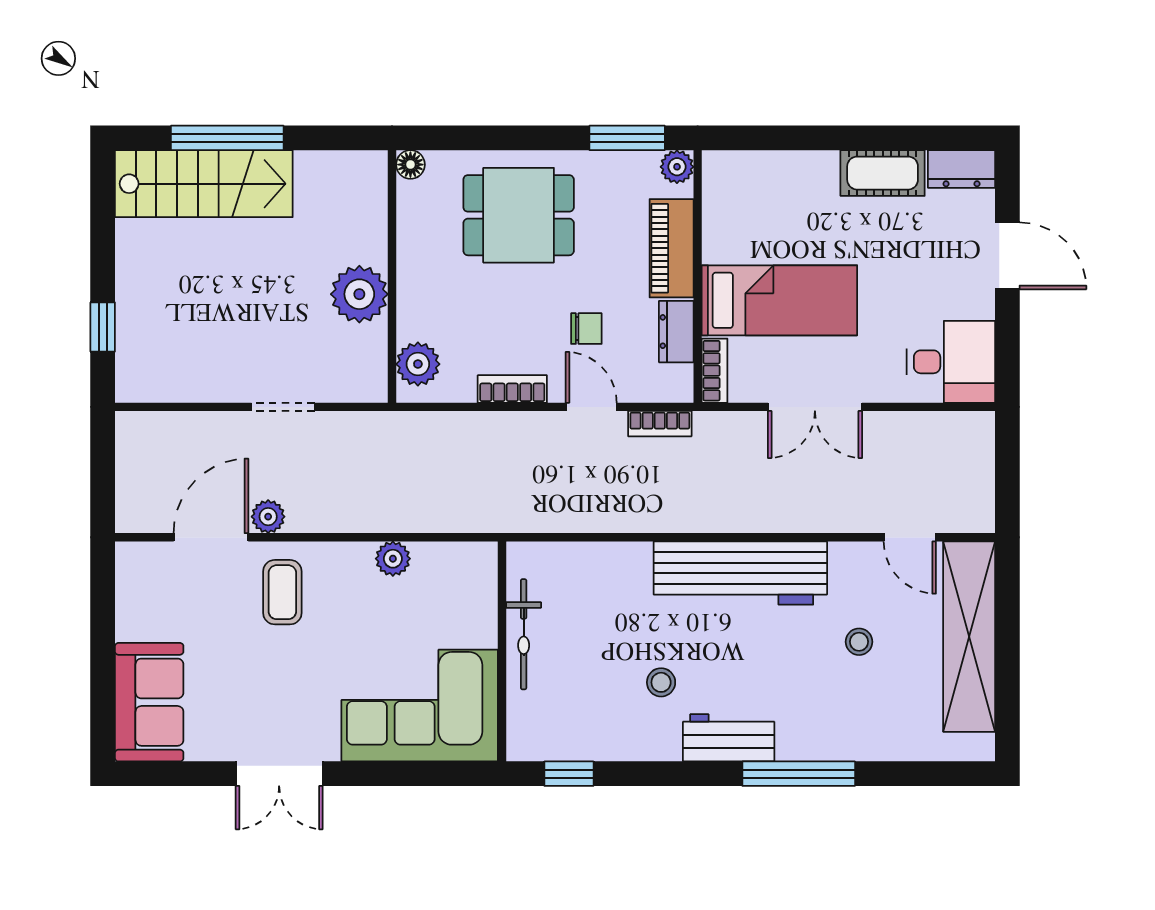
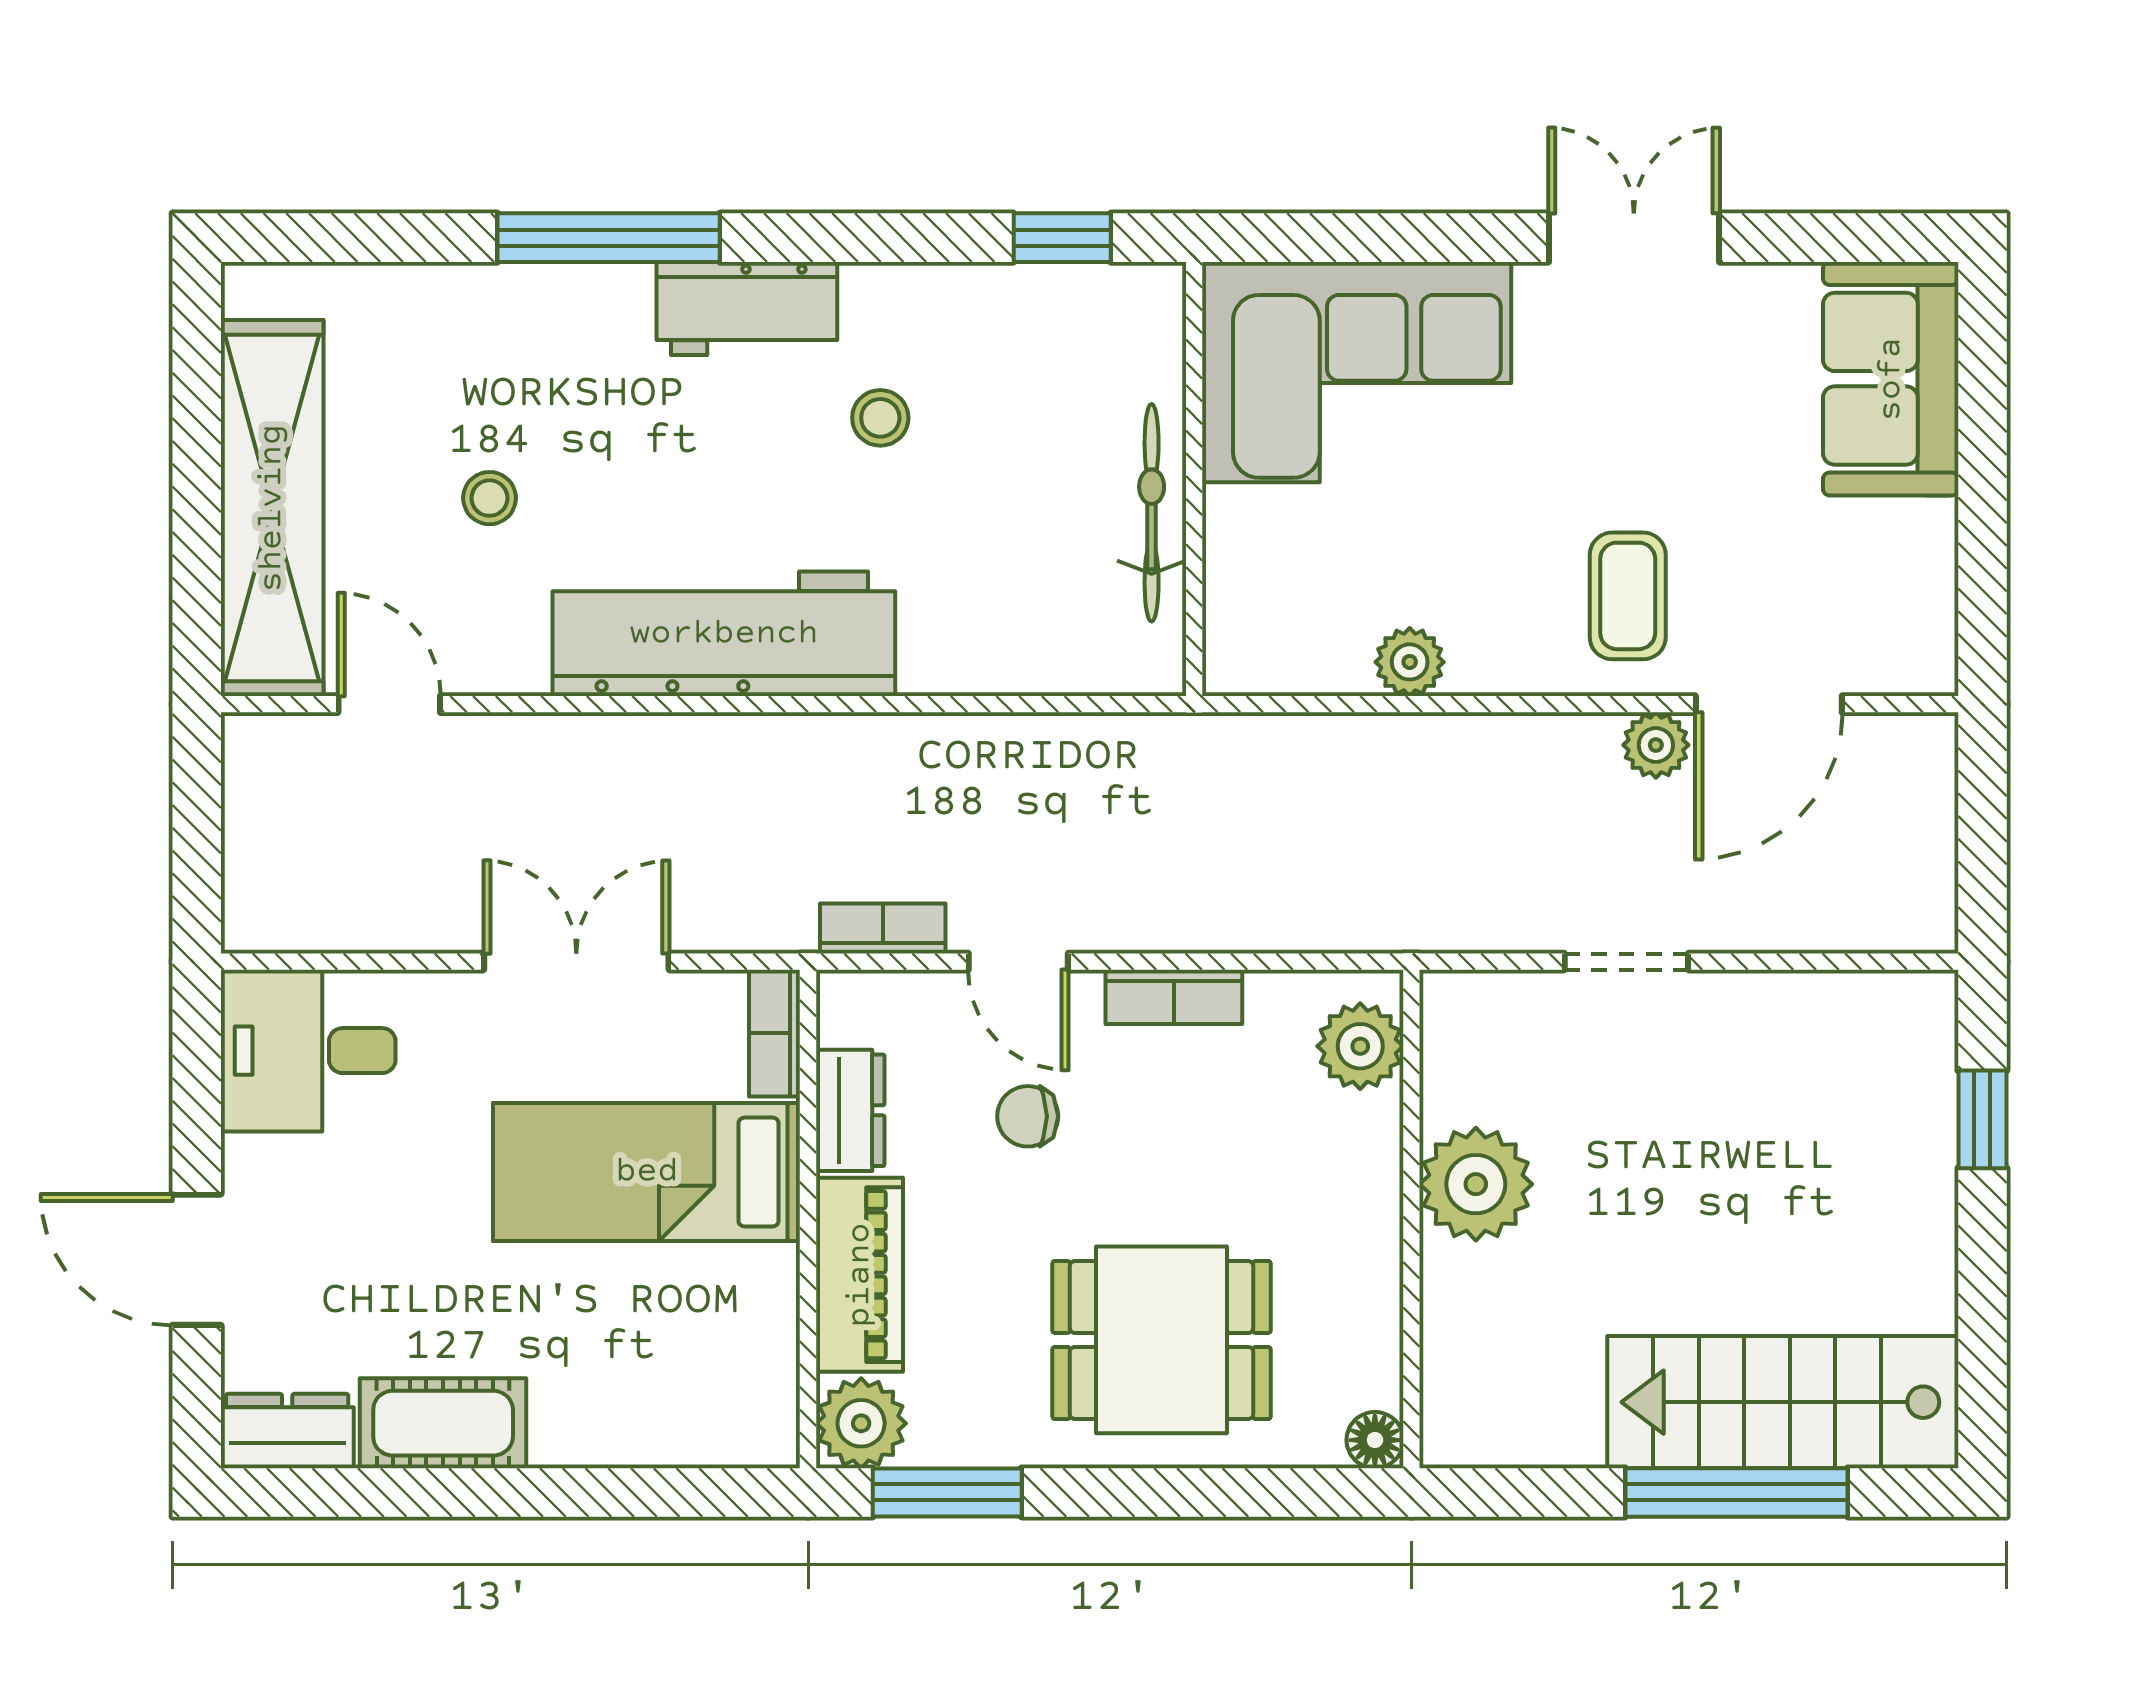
plant: (677, 167) -> (861, 1423), width x1.38, depth x1.38

